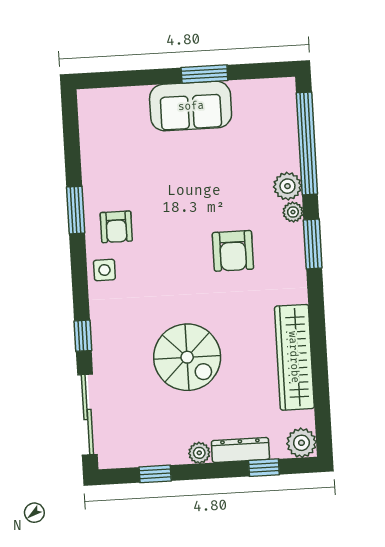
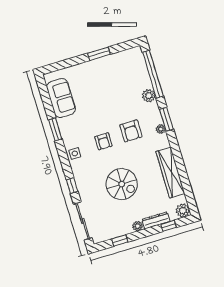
sofa: (191, 106) -> (61, 98), moved, turned -90
plant: (293, 212) -> (161, 129), moved
armchair: (116, 227) -> (103, 141), moved

